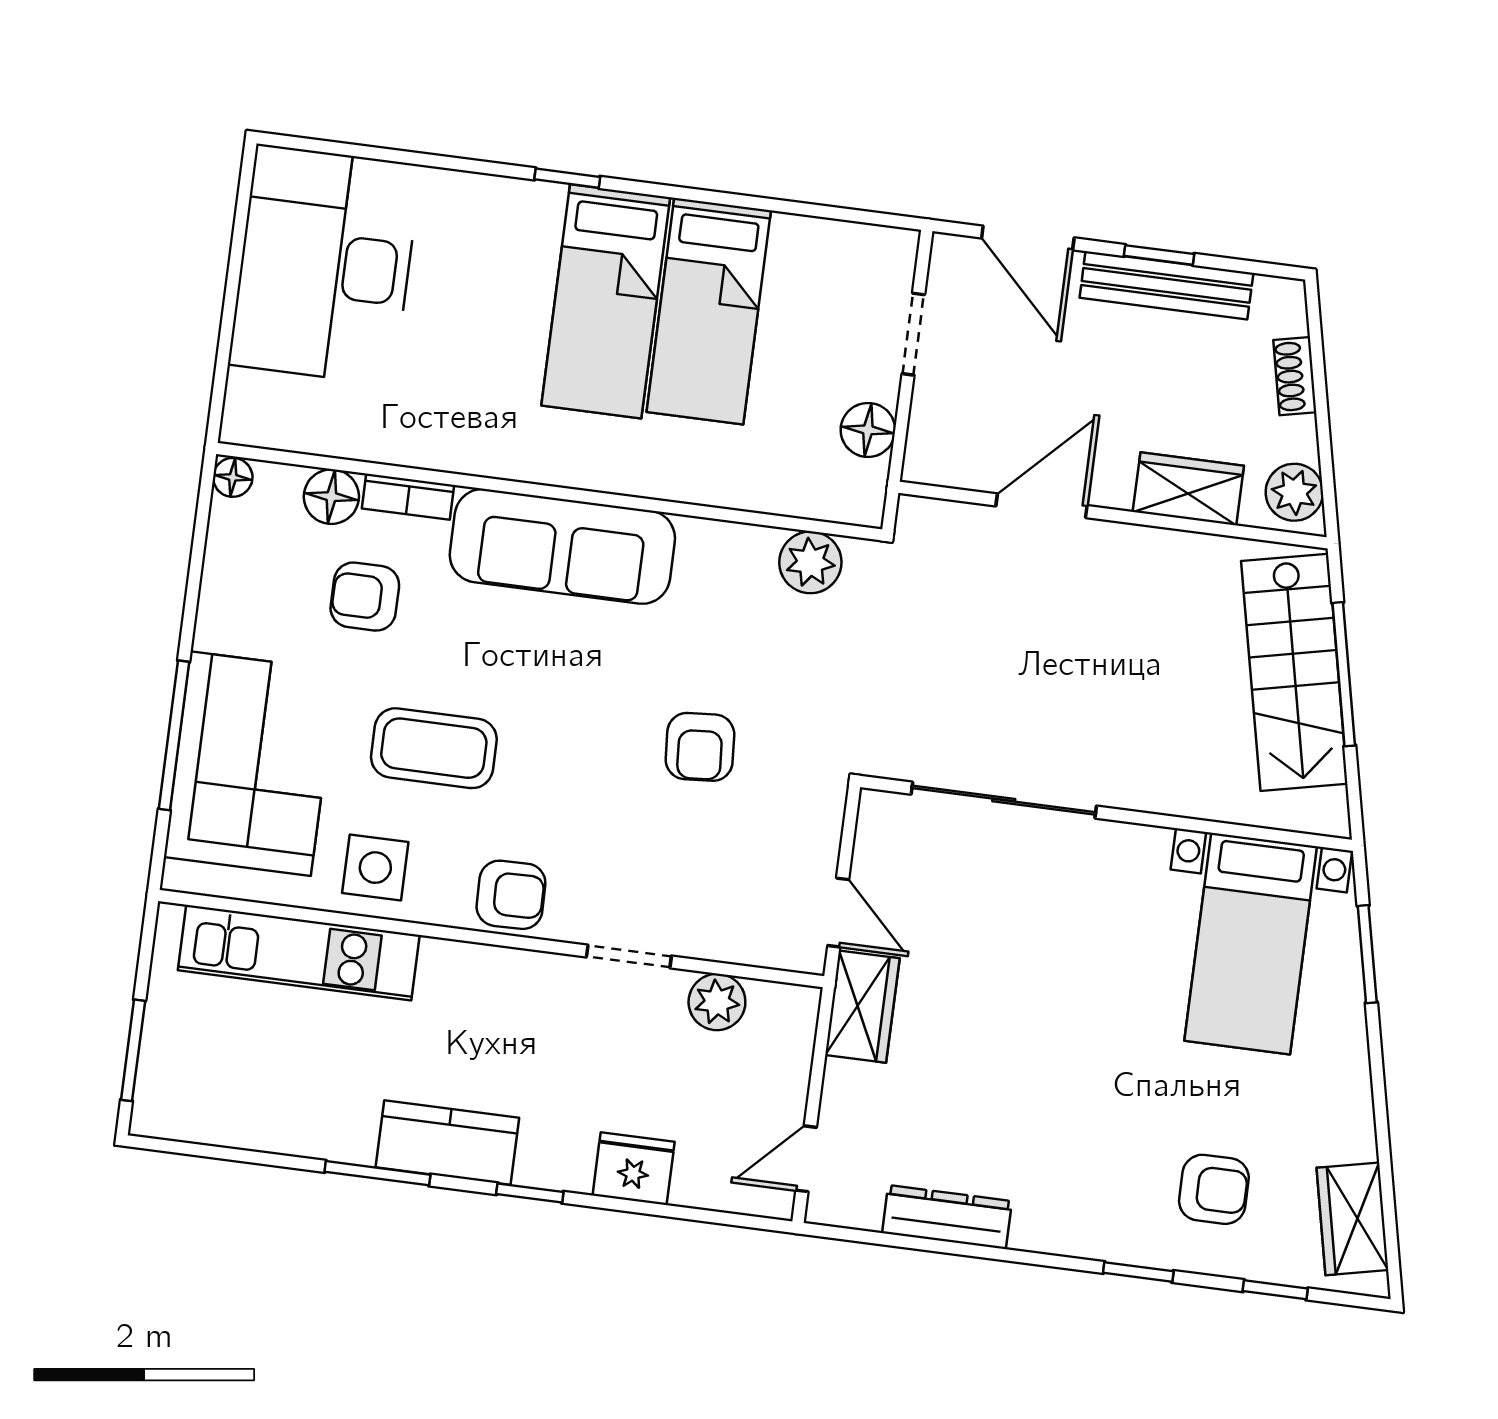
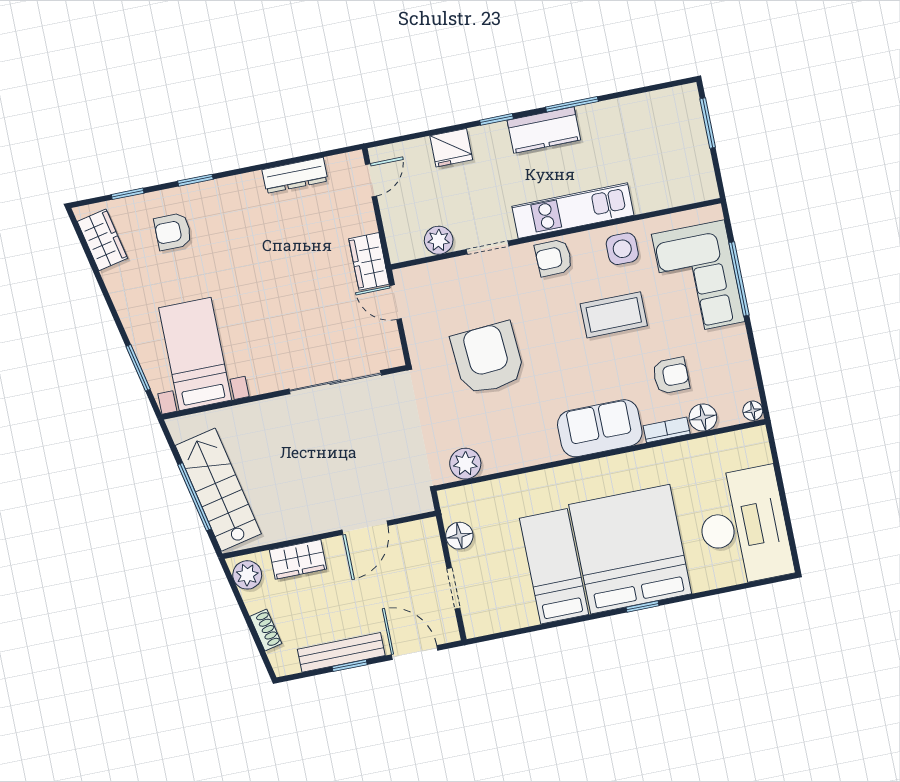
bed: (606, 301) -> (630, 549), width x2.04
sofa: (562, 546) -> (600, 428), width x0.73
armchair: (700, 747) -> (488, 358), width x1.88, depth x1.88
kitchen unit: (299, 953) -> (573, 211), moved

